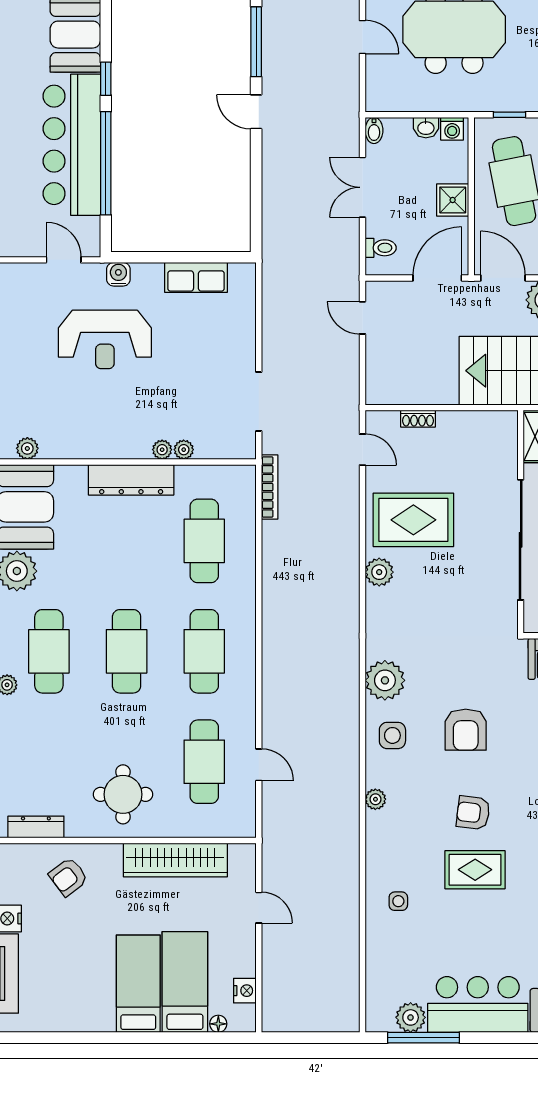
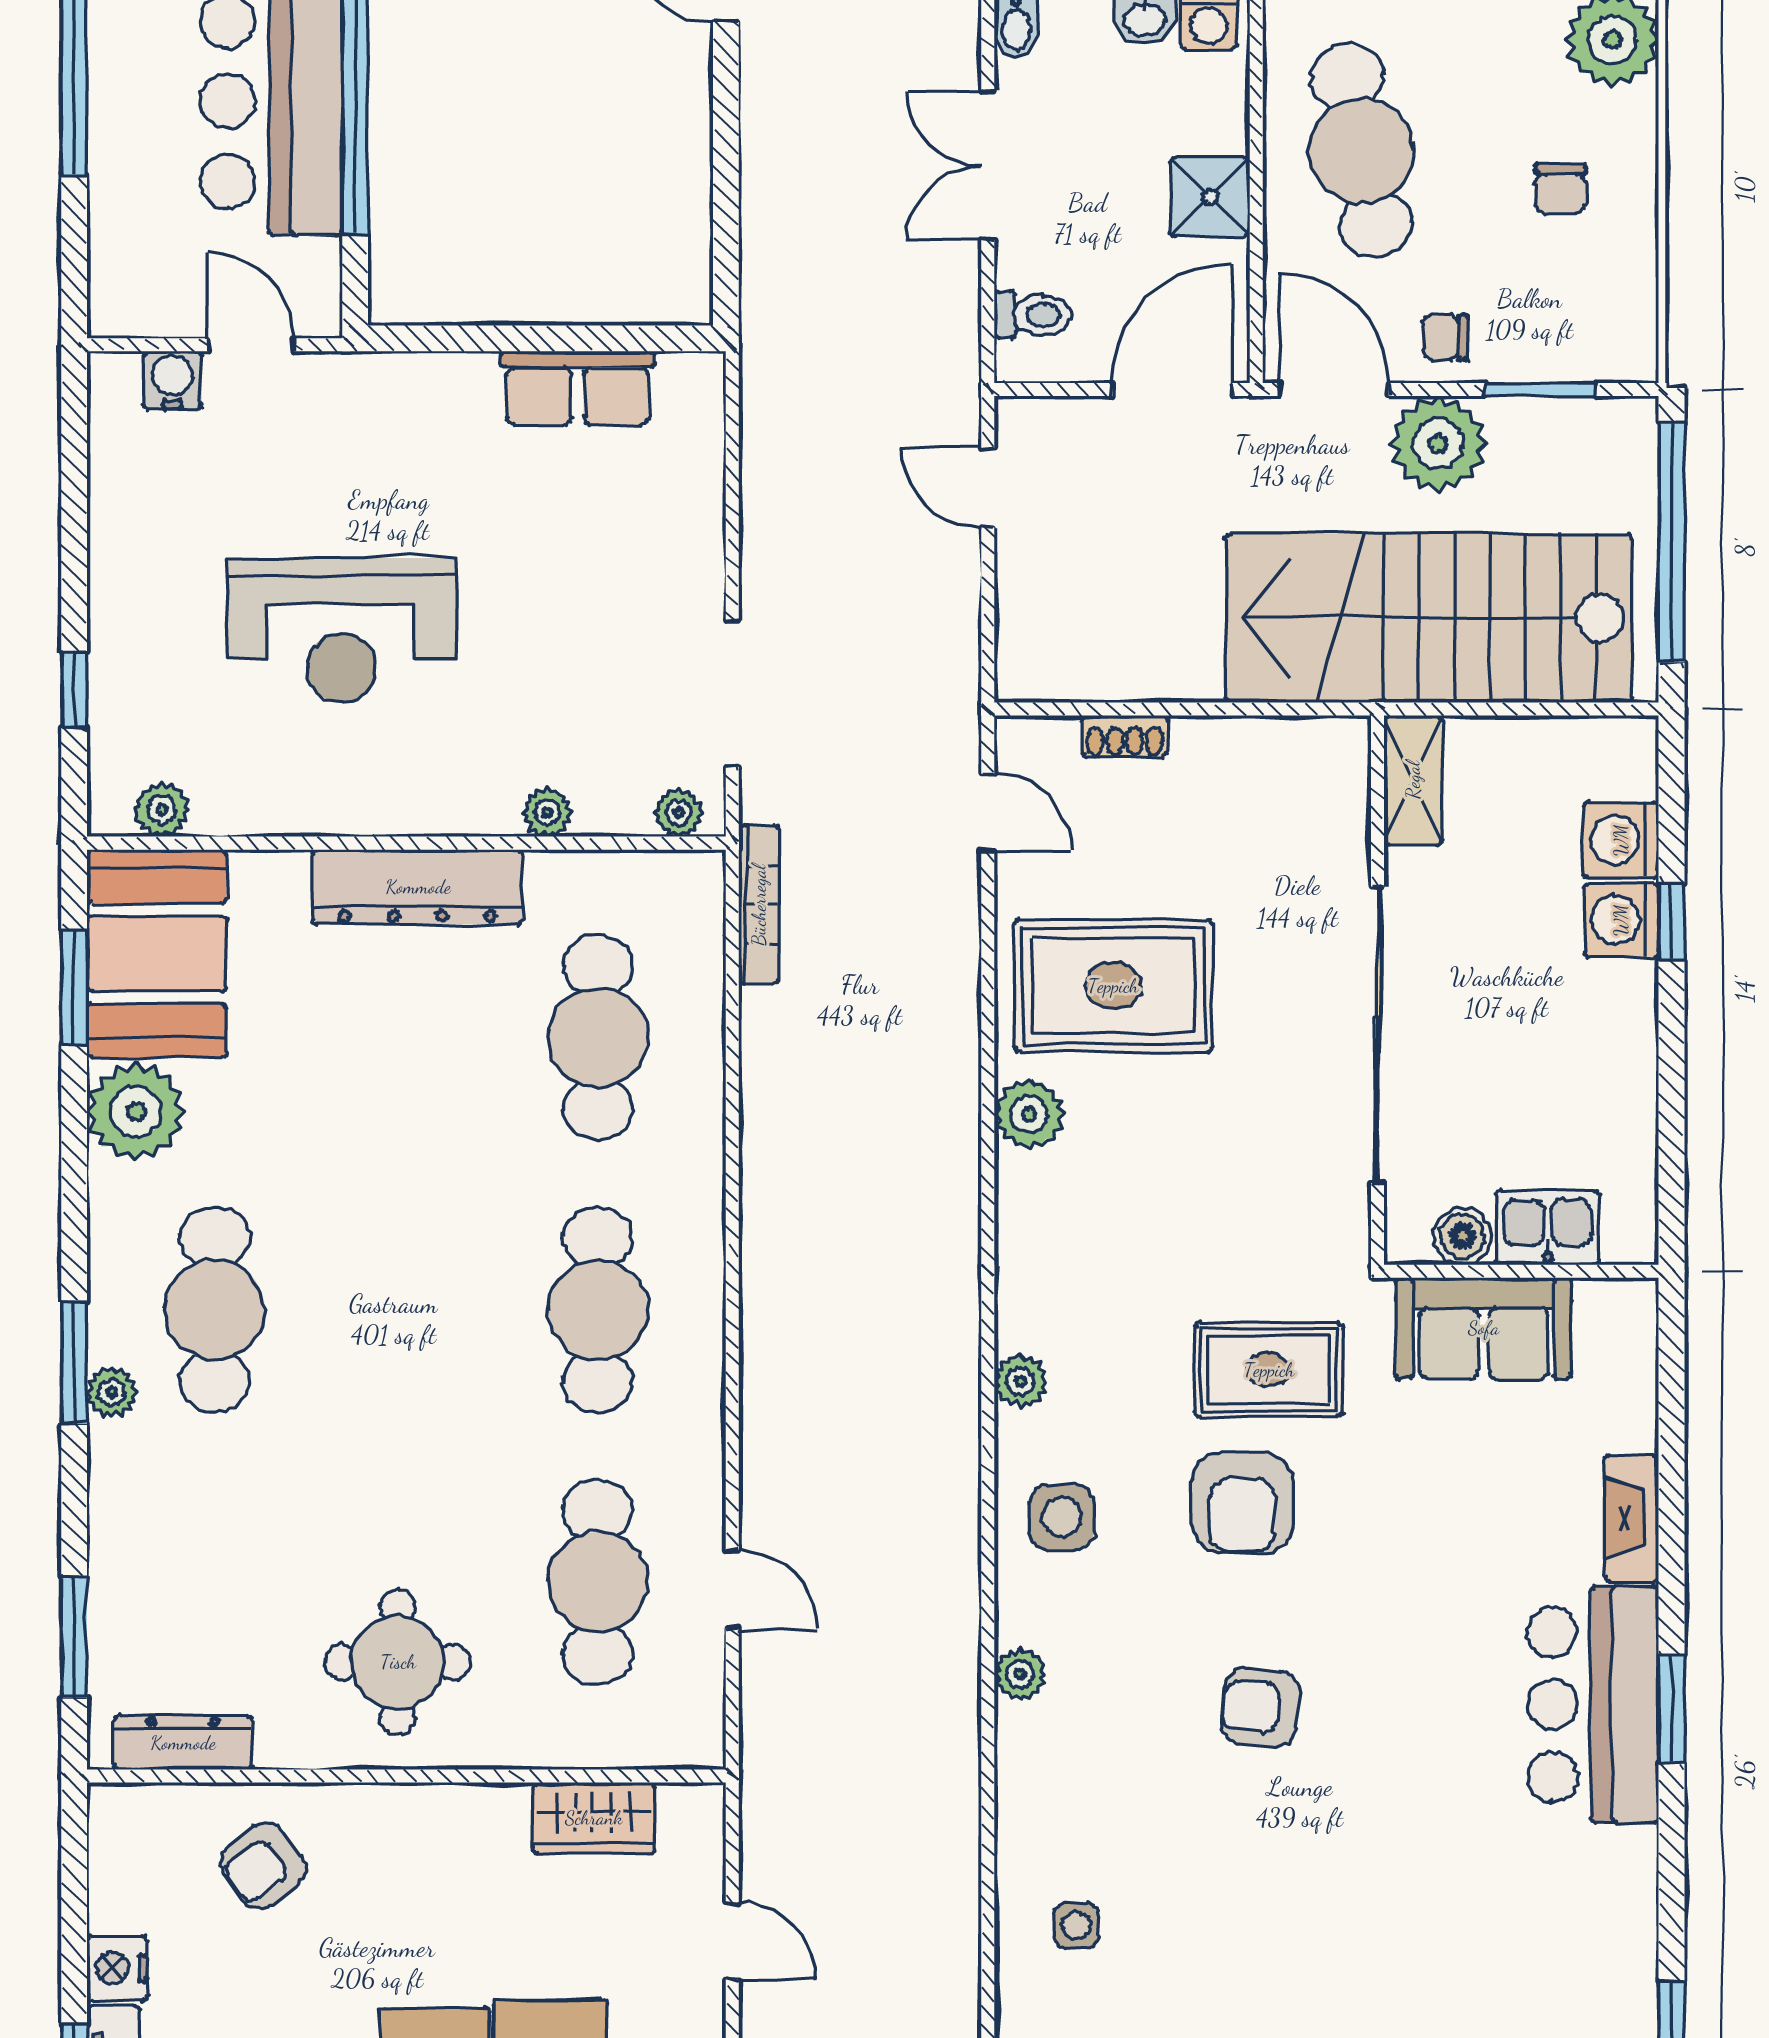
water cooler: (118, 274) -> (172, 380), moved
reception desk: (105, 339) -> (341, 630), moved
plant: (162, 450) -> (679, 813), moved
cafe table: (127, 651) -> (406, 1310), removed
plant: (385, 680) -> (1020, 1381), width x0.53, depth x0.53
wardrobe: (175, 860) -> (594, 1818), width x0.48, depth x0.85
rug: (475, 870) -> (1269, 1370), moved

